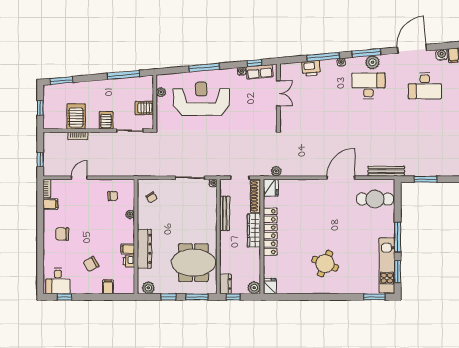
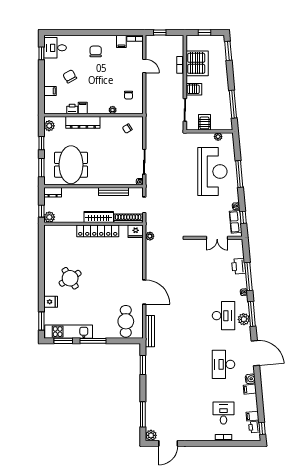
server rack: (76, 116) -> (197, 63), width x1.60
round table: (325, 264) -> (70, 278), turned 36
fridge: (270, 286) -> (51, 302), moved
window: (233, 297) -> (41, 211), moved

